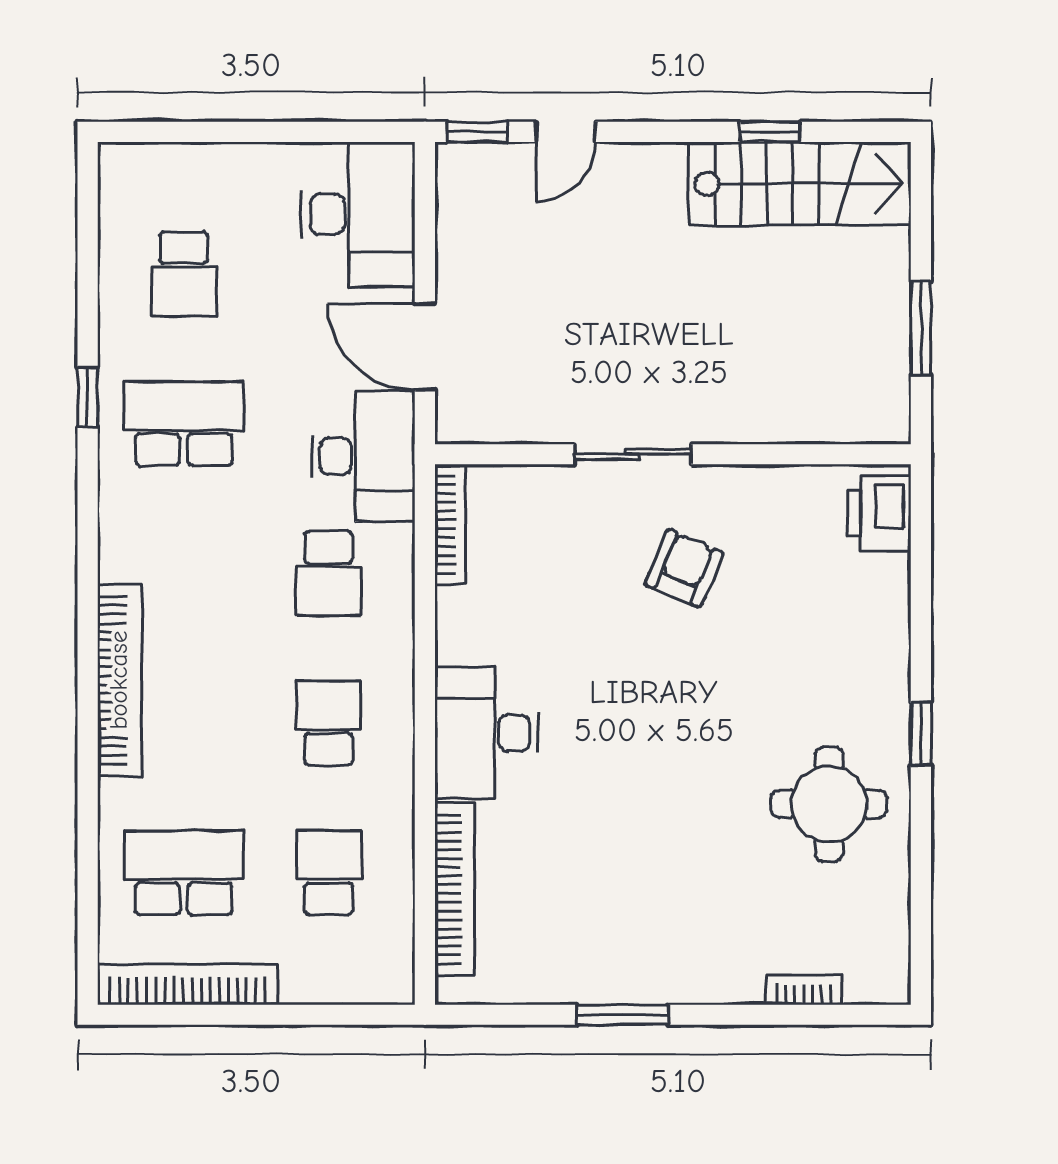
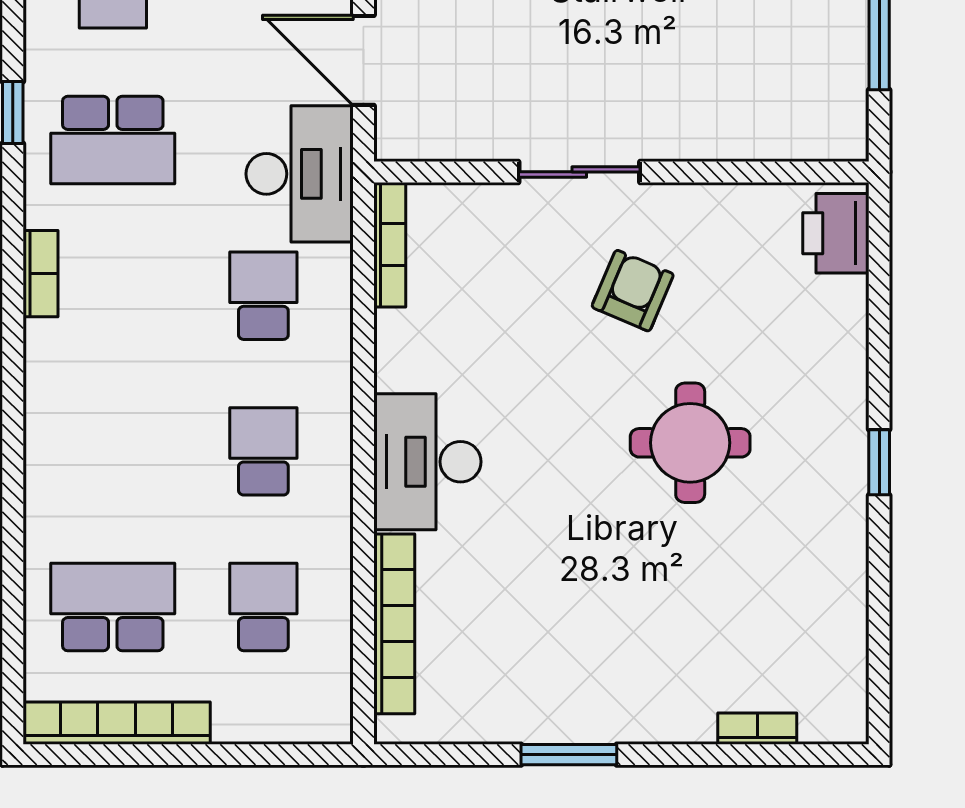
school desk: (184, 424) -> (113, 140), turned 180
school desk: (329, 573) -> (263, 296), turned 180
bookcase: (119, 680) -> (40, 274), moved, width x0.43, depth x0.76
round table: (829, 804) -> (690, 443), moved

